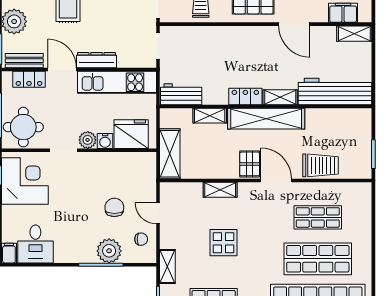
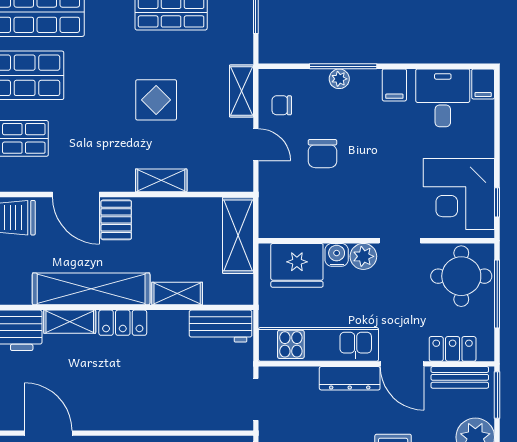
plant: (109, 251) -> (339, 79), width x0.53, depth x0.53
filing cabinet: (67, 252) -> (394, 85), added
shelving: (167, 267) -> (242, 91), moved

